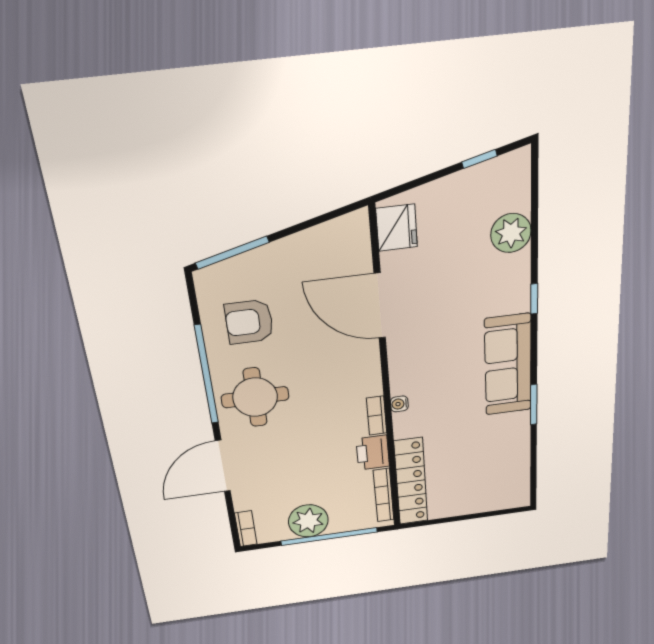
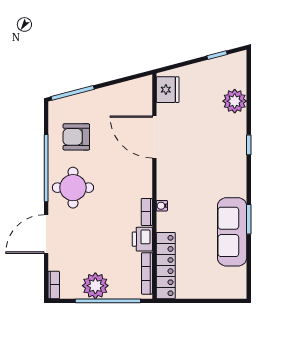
sofa: (508, 365) -> (232, 232), moved

